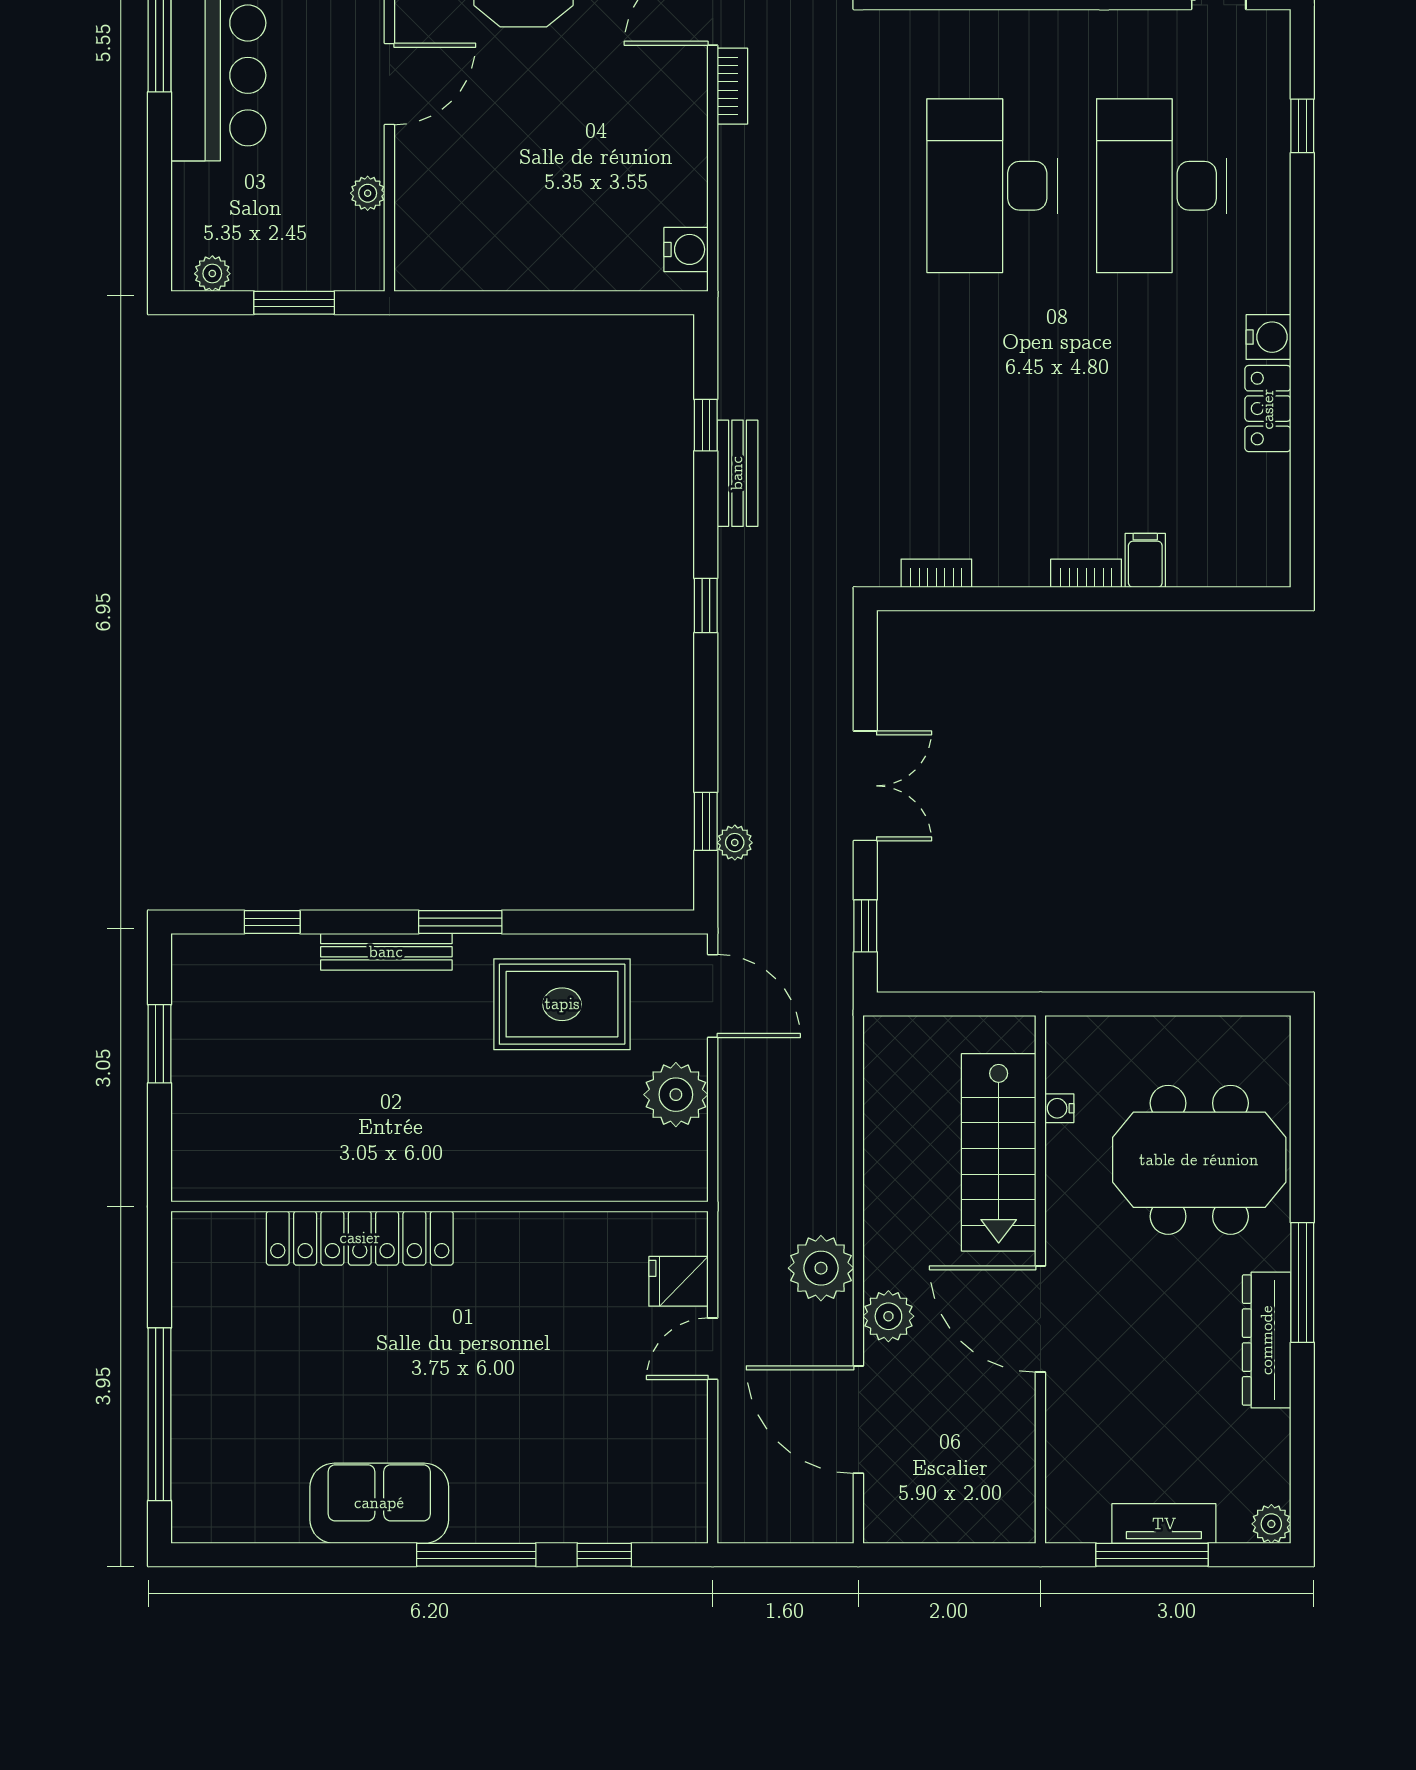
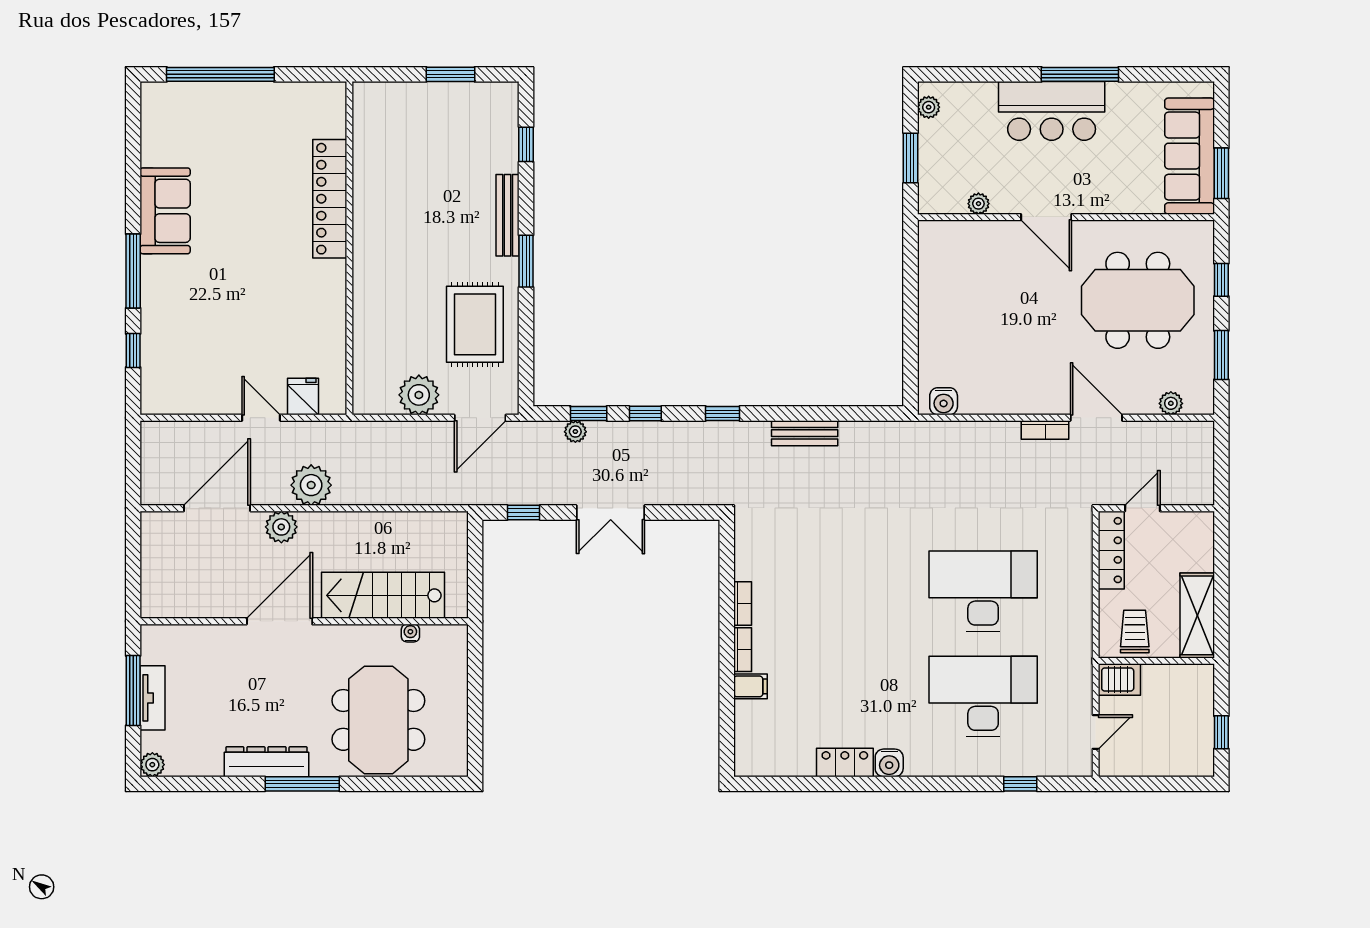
window: (706, 425) -> (645, 414), moved
bookcase: (936, 573) -> (743, 603), moved

